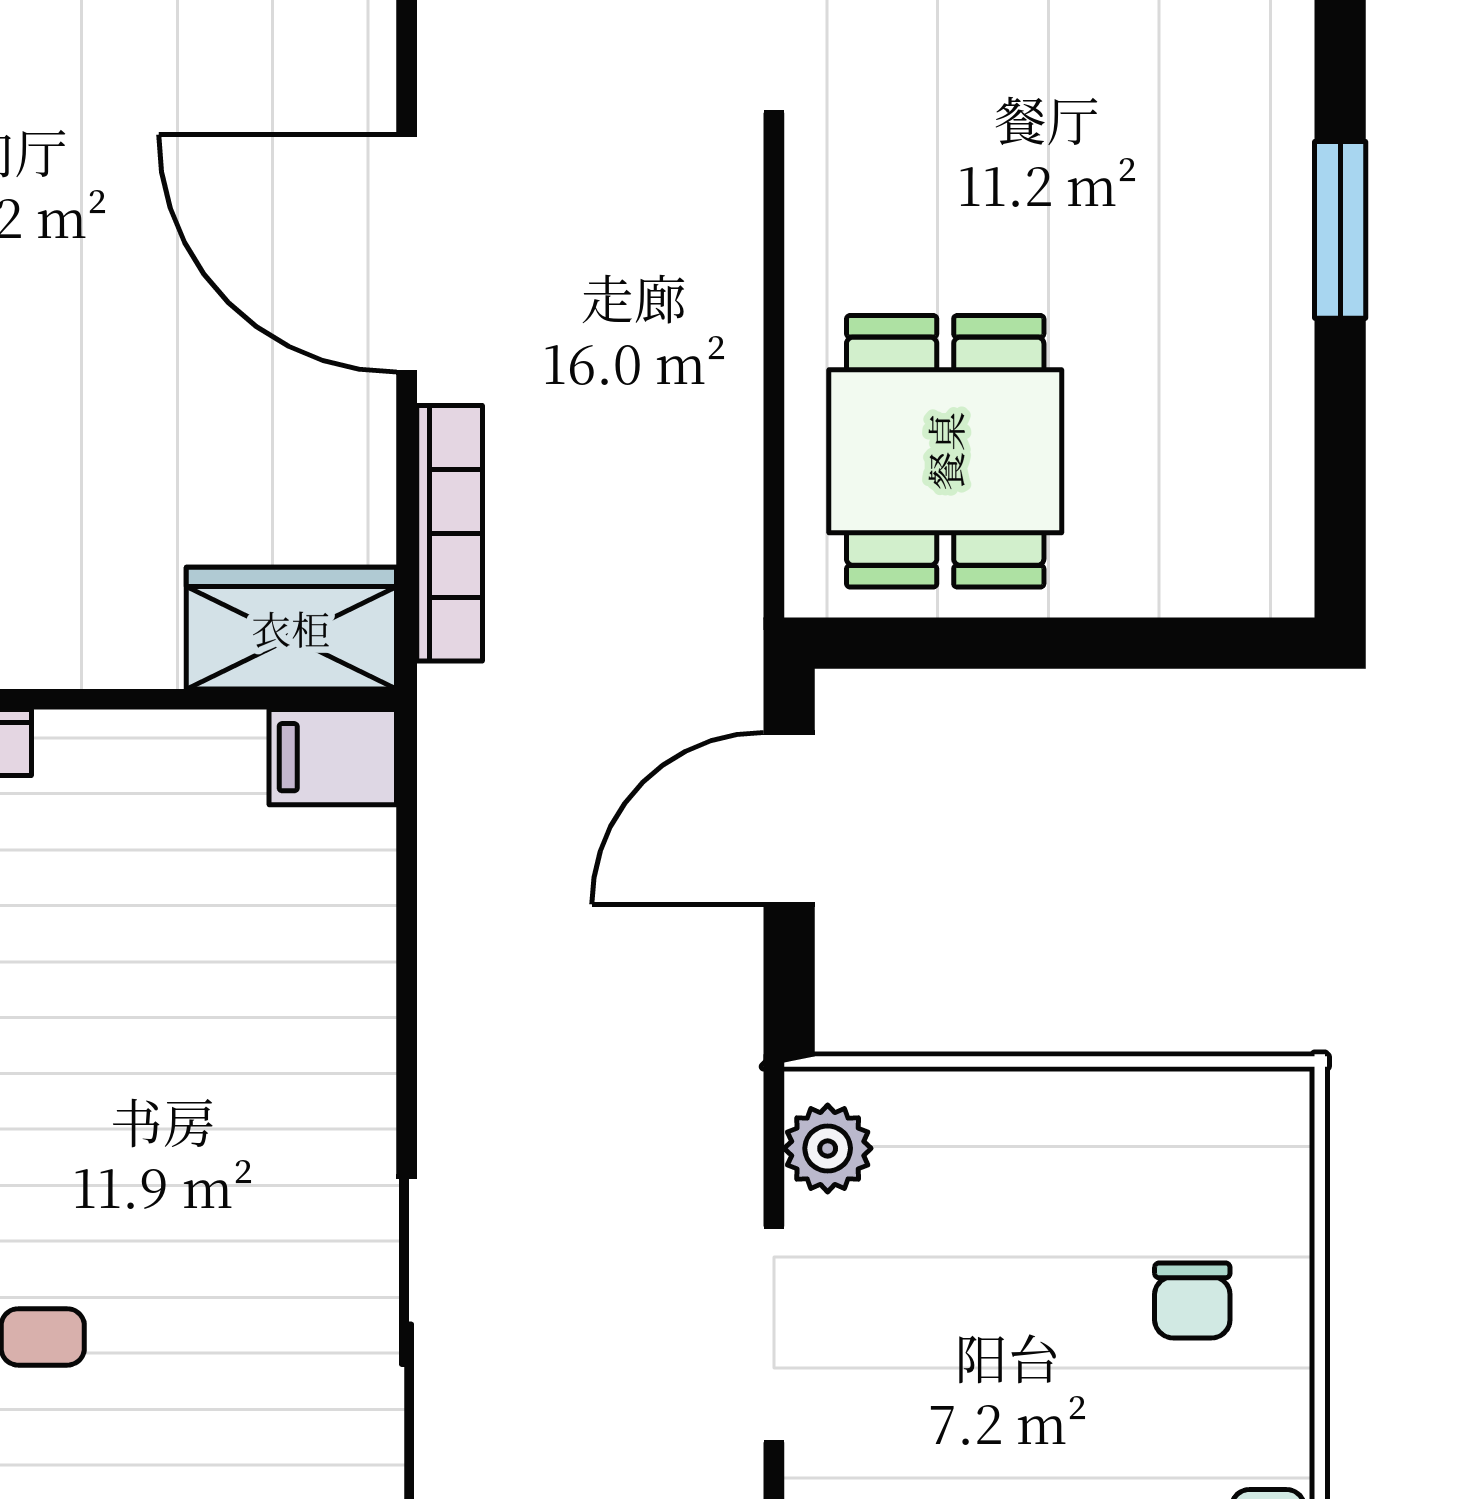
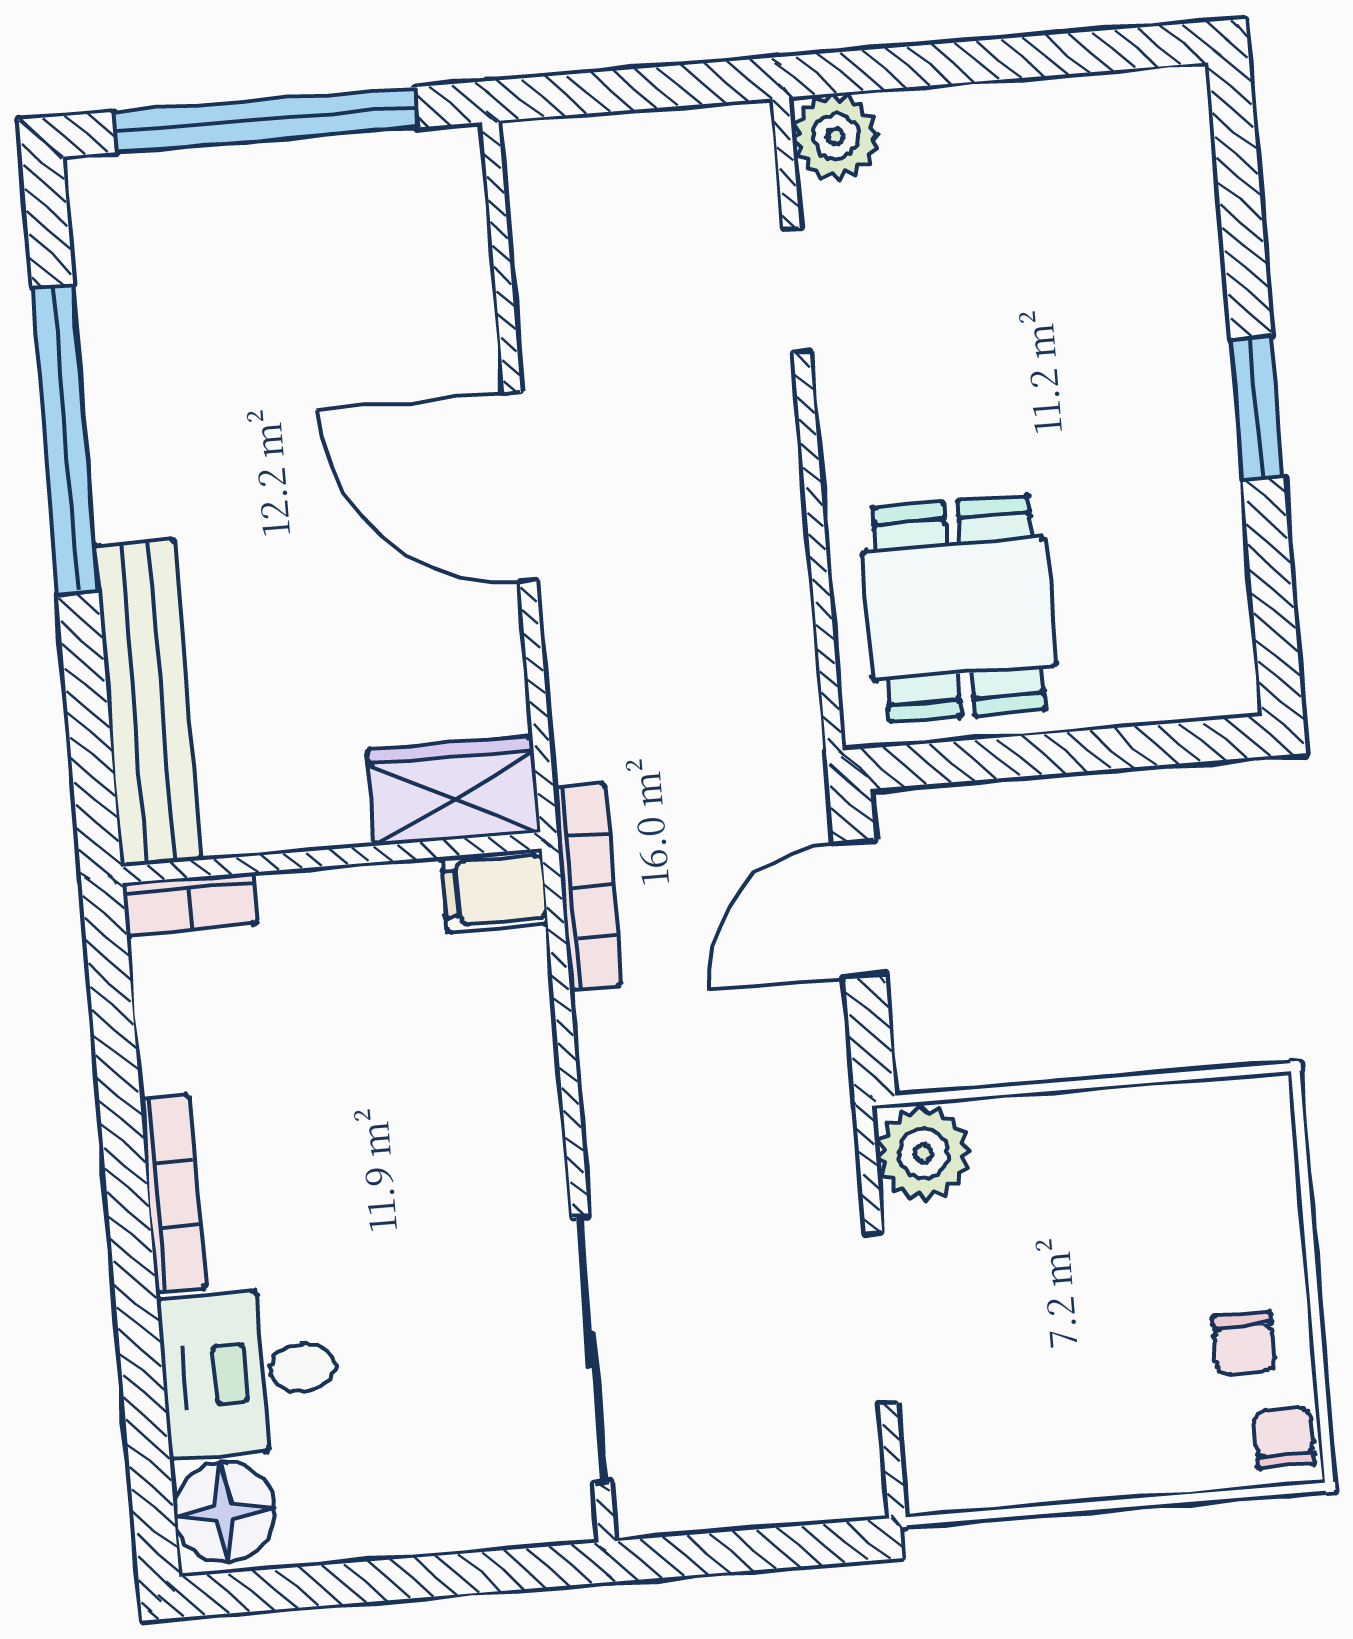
bookcase: (450, 533) -> (587, 886), moved
plant: (828, 1148) -> (923, 1154), width x1.38, depth x1.38
chair: (1192, 1300) -> (1244, 1344), moved

